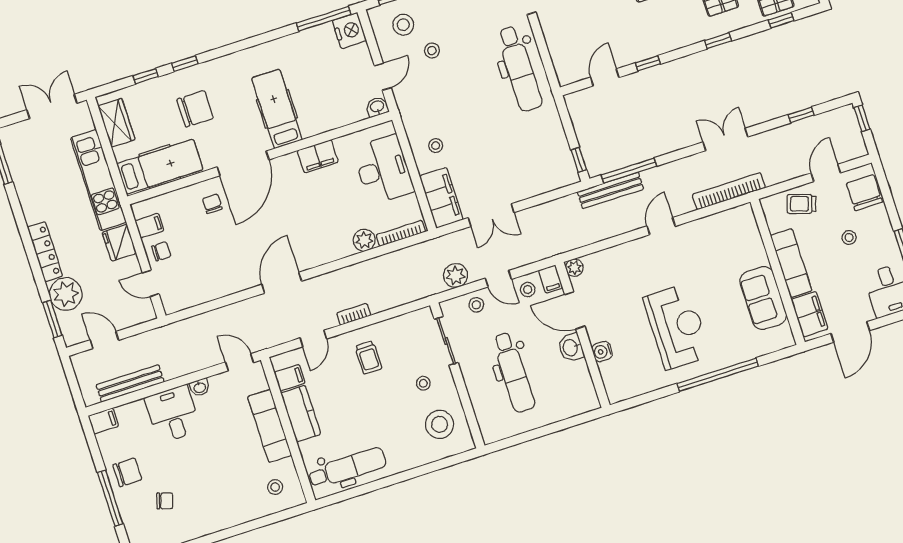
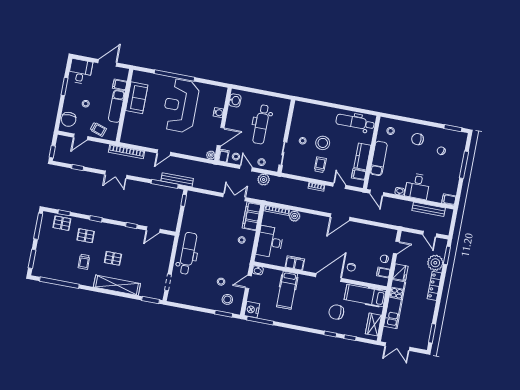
hospital bed: (277, 109) -> (287, 290), moved
door: (151, 283) -> (396, 248), hinge flipped
door: (575, 310) -> (221, 137), hinge flipped
filing cabinet: (810, 314) -> (120, 85), width x0.50
reception desk: (677, 327) -> (181, 106), width x1.36, depth x1.30
door: (313, 338) -> (339, 186), hinge flipped
washbasin: (571, 348) -> (235, 100), moved
dental chair: (514, 372) -> (261, 124), turned 180
stool: (440, 424) -> (323, 143), moved
chair: (127, 472) -> (418, 139), moved

